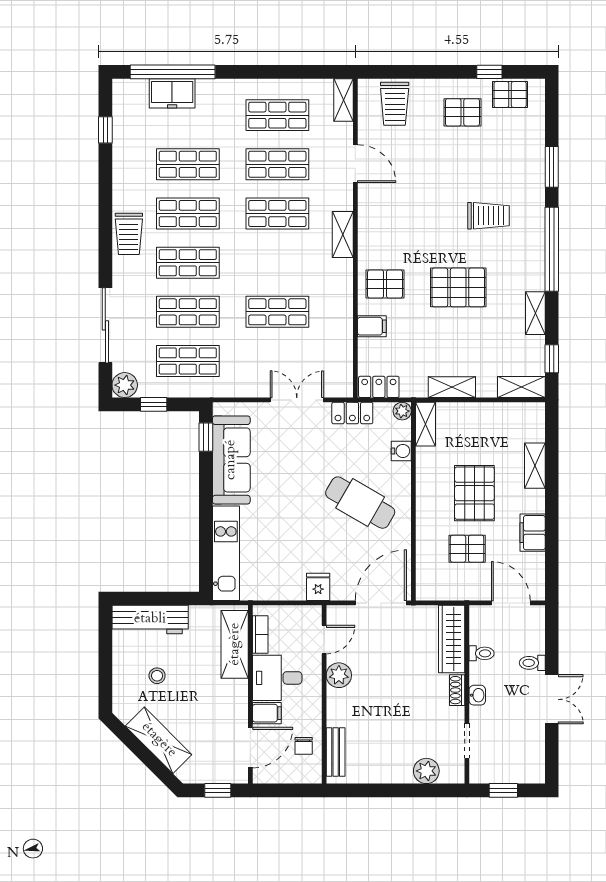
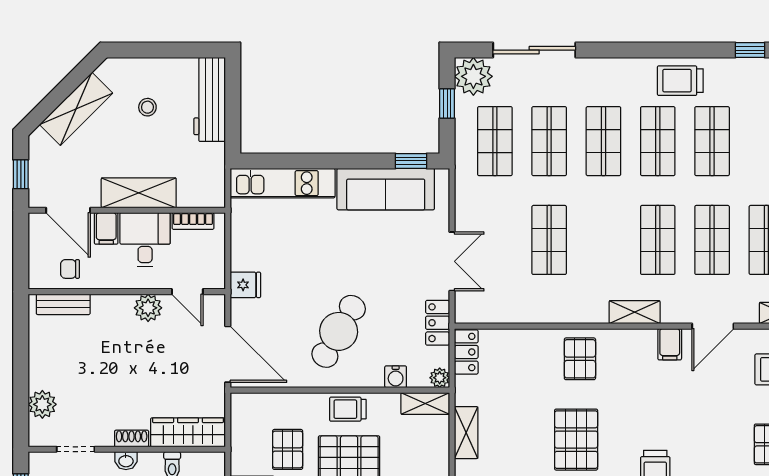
trolley: (129, 234) -> (680, 81), moved
filing cabinet: (372, 326) -> (670, 344), moved
plant: (125, 385) -> (473, 76), width x1.36, depth x1.36
trolley: (431, 494) -> (348, 409), added
shelving: (235, 644) -> (139, 193), moved

